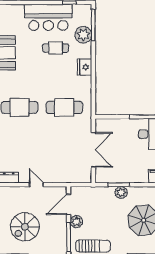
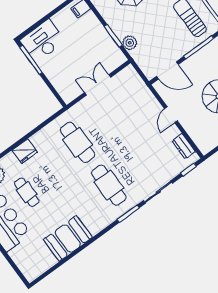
double door: (93, 150) -> (98, 85), width x0.73
plant: (121, 192) -> (130, 43), moved
plant: (76, 222) -> (178, 51), removed

